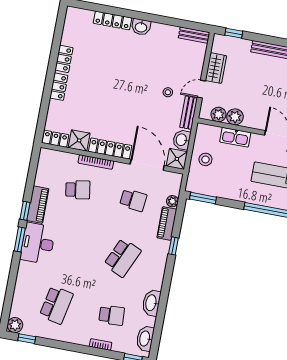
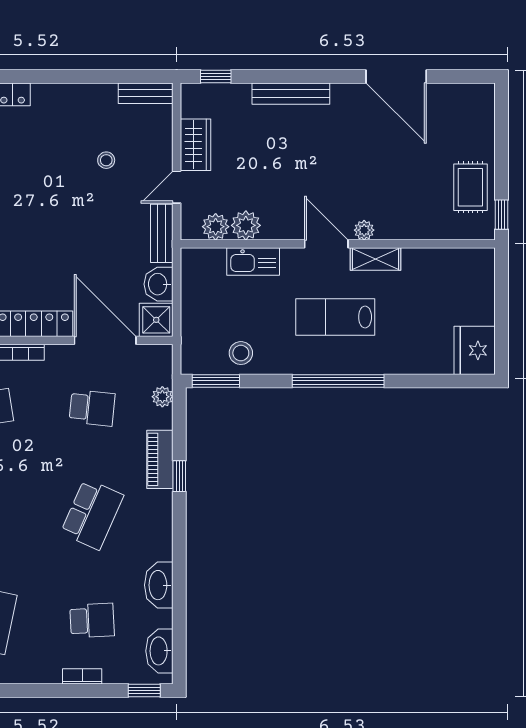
washbasin: (141, 27) -> (48, 96), removed
stool: (168, 92) -> (106, 160), moved
stool: (205, 159) -> (241, 353), moved
piano: (167, 223) -> (160, 459), moved

